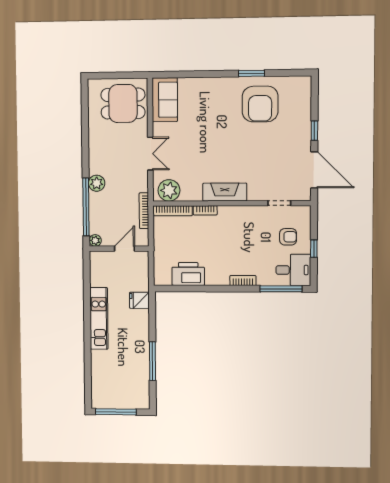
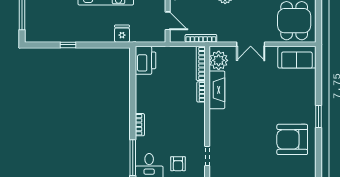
window: (251, 73) -> (318, 117), moved
fireplace: (225, 192) -> (217, 90), moved
printer: (188, 274) -> (145, 60), moved
window: (153, 361) -> (68, 45), width x0.46

